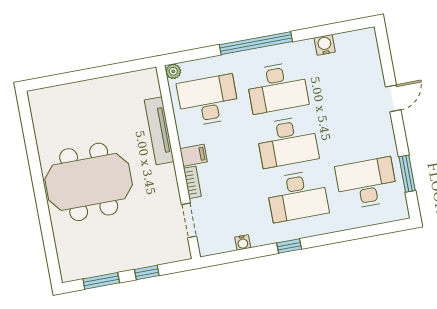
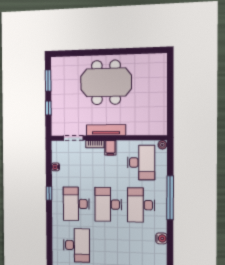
tv unit: (159, 131) -> (106, 130), moved
meeting table: (89, 182) -> (106, 82), turned 90

